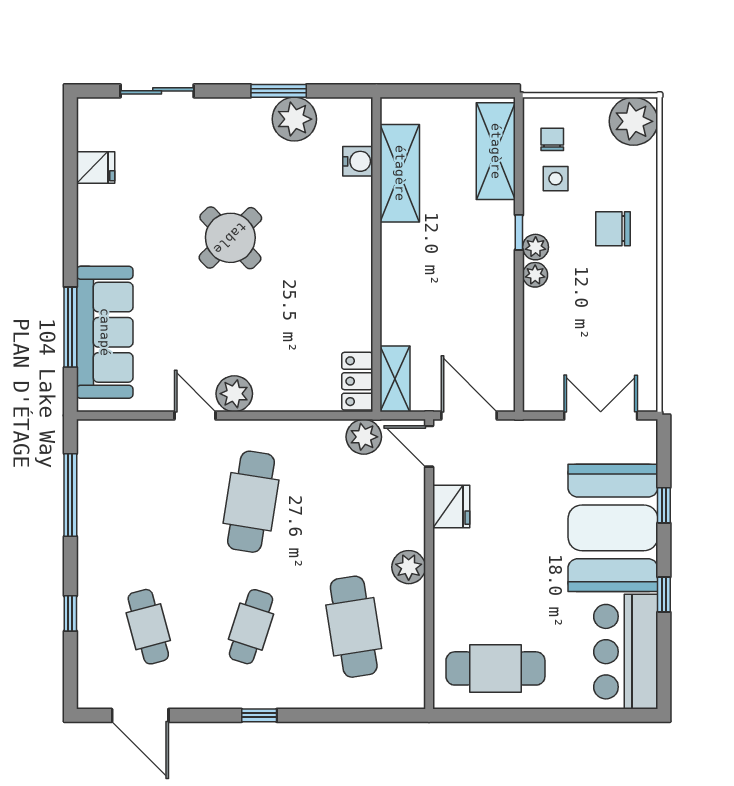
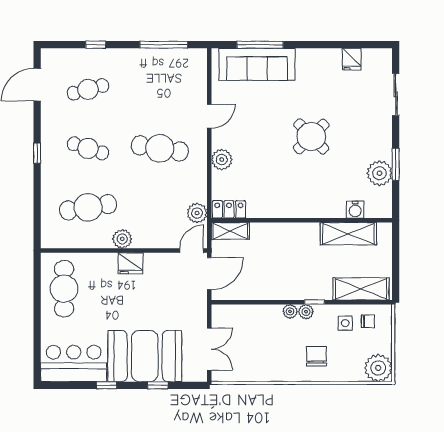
plant: (234, 394) -> (222, 160), moved
fridge: (451, 507) -> (131, 263), moved

